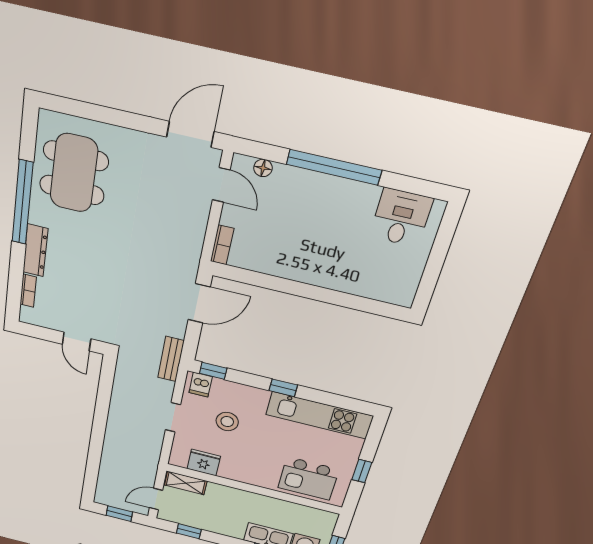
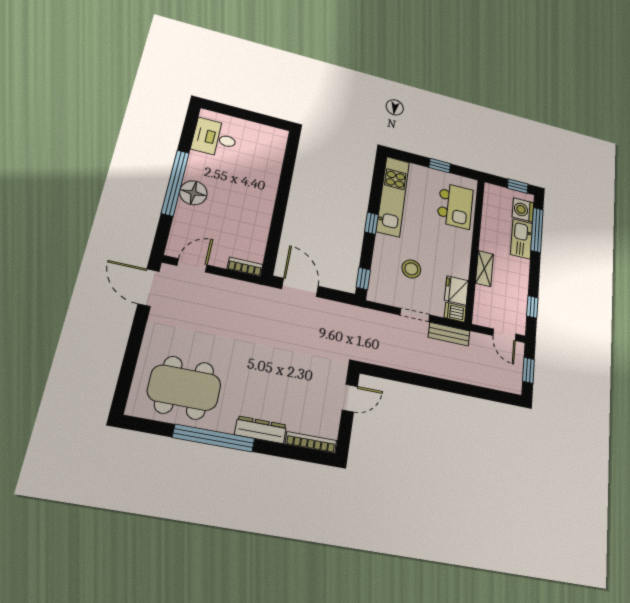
floor lamp: (263, 168) -> (193, 193), moved, width x1.89, depth x1.89
bookcase: (28, 291) -> (311, 442), width x1.56
bench: (171, 359) -> (449, 334), moved
dishwasher: (201, 385) -> (455, 312), moved, turned 180
shelving: (186, 483) -> (485, 269), moved

